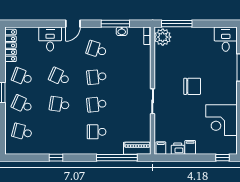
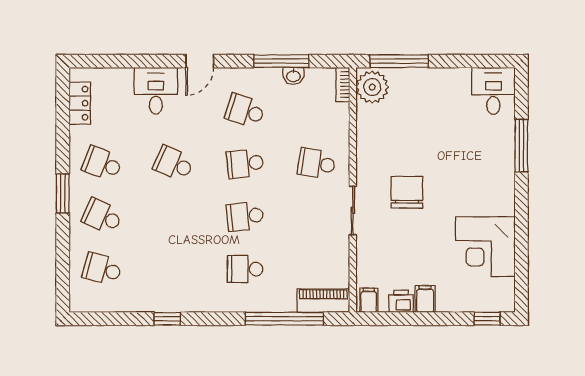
locker: (10, 45) -> (80, 103), width x0.66
chair: (192, 86) -> (407, 192), moved, turned -90
school desk: (59, 104) -> (316, 164), moved

